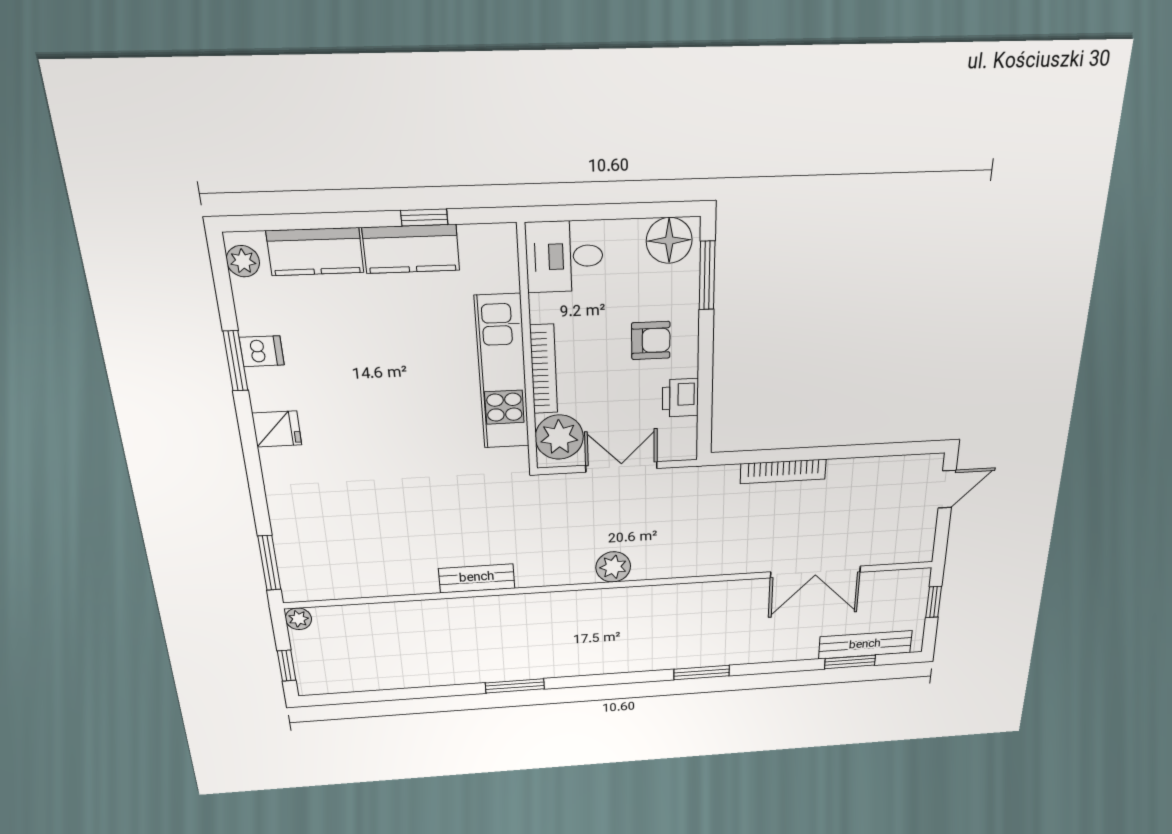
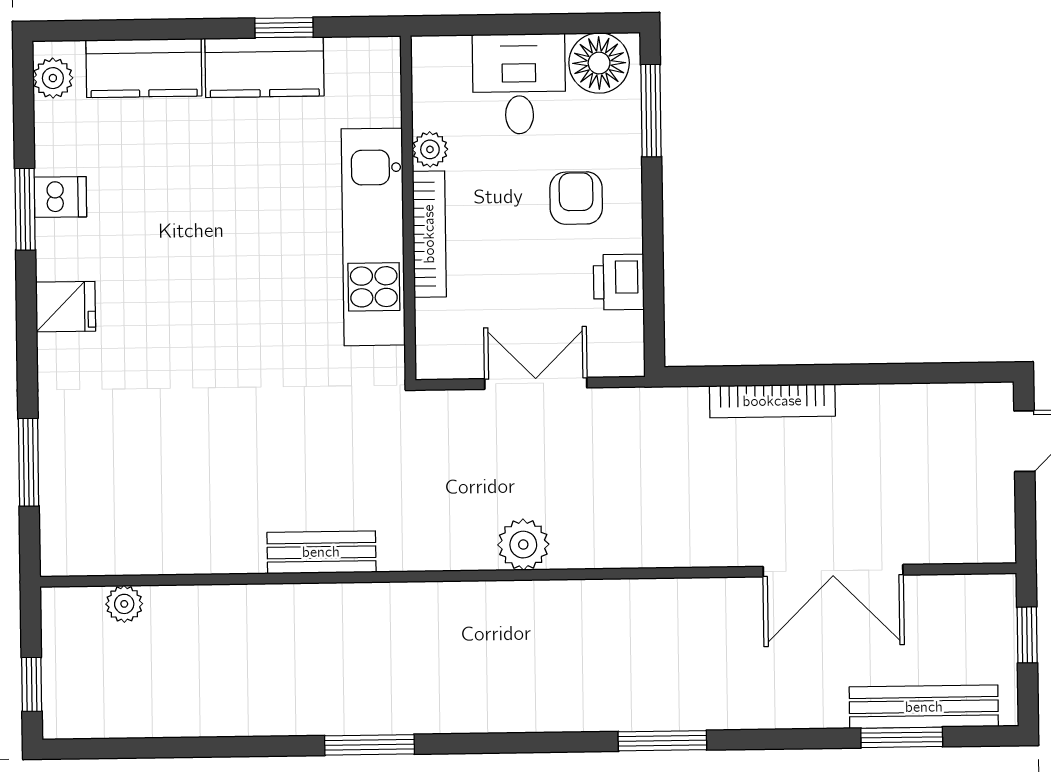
desk: (564, 256) -> (519, 84), moved, turned 90
armchair: (651, 340) -> (576, 198), turned -90
plant: (559, 437) -> (430, 149), moved, width x0.53, depth x0.53
window: (269, 563) -> (29, 462), moved
plant: (298, 619) -> (124, 604), moved

